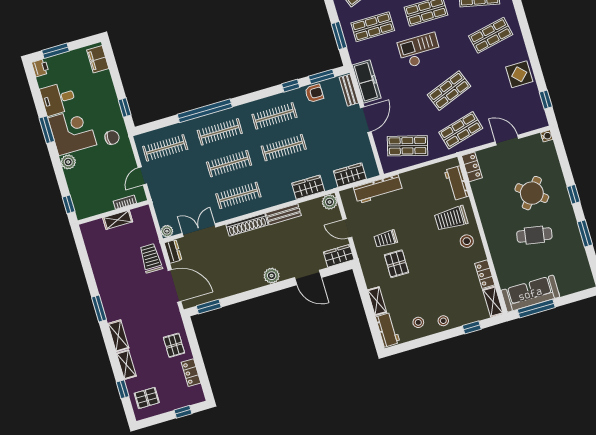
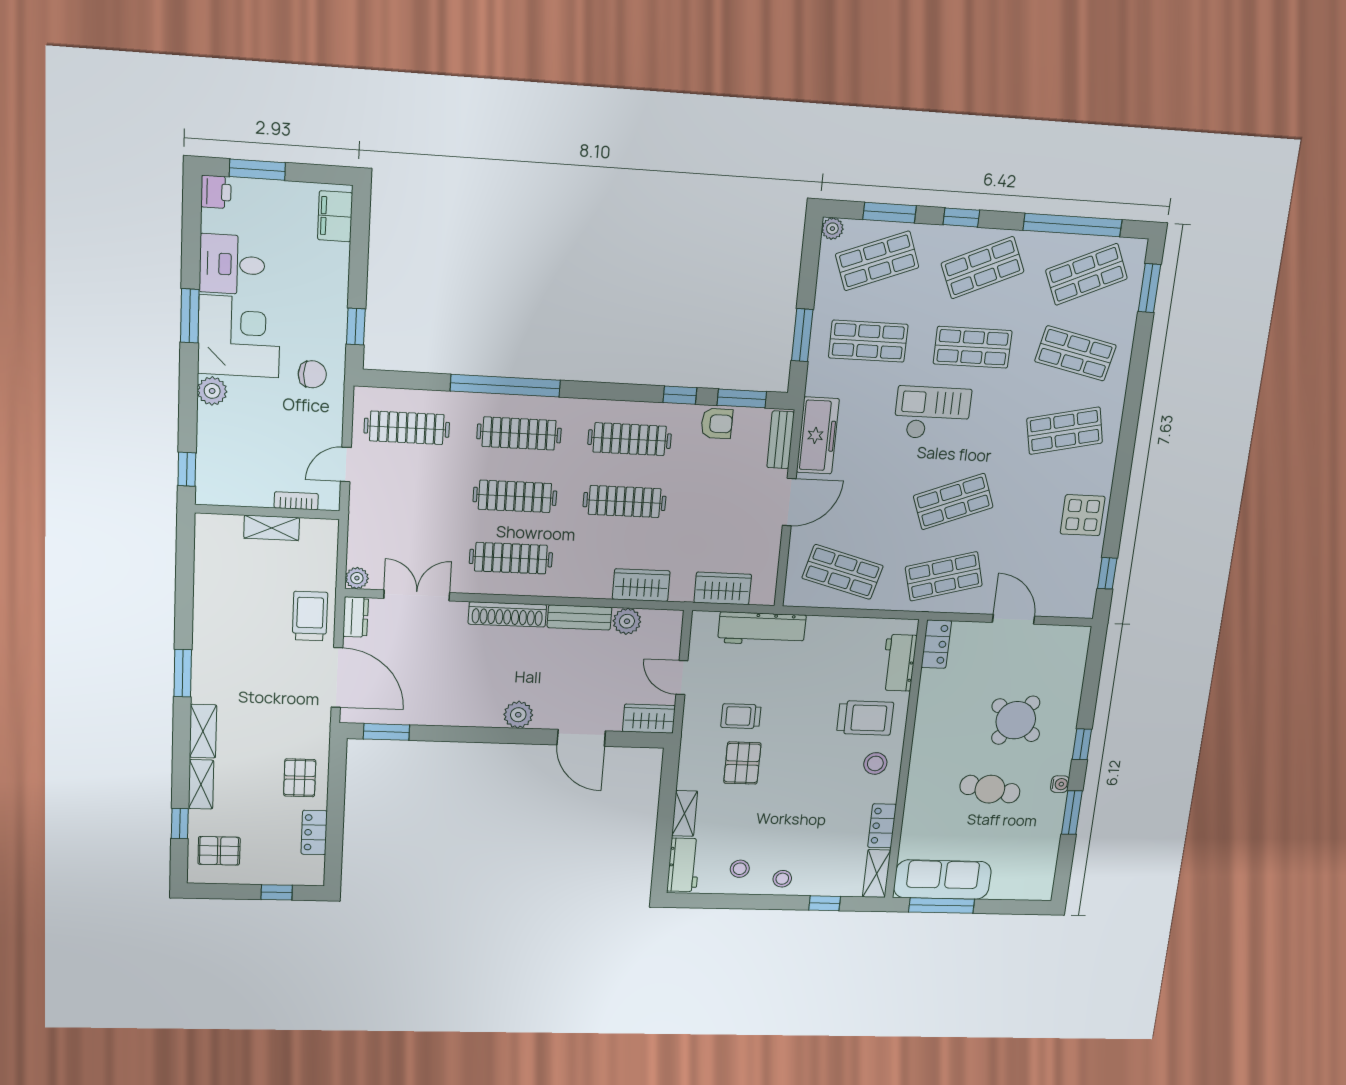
water cooler: (547, 136) -> (1060, 784), moved
plant: (330, 202) -> (627, 621), moved
trolley: (451, 218) -> (865, 718), turned 180

